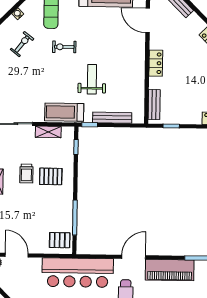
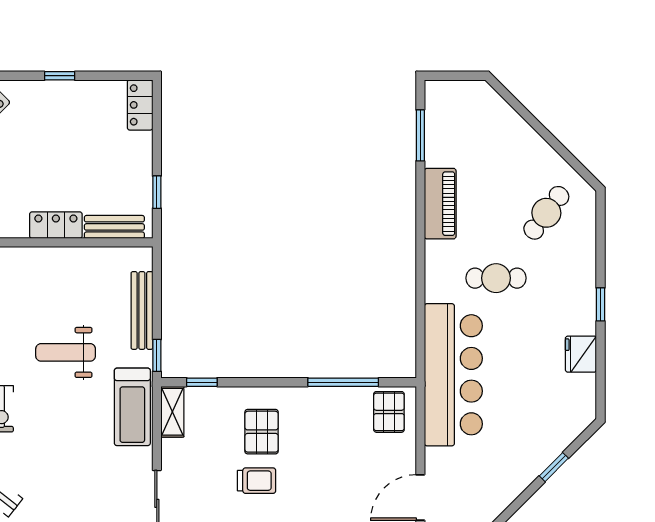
locker: (156, 63) -> (56, 225), moved
shelving: (48, 132) -> (172, 412), moved
door: (134, 257) -> (420, 263), removed
piano: (170, 270) -> (440, 204), width x0.73, depth x0.75

